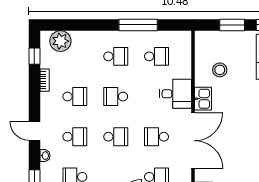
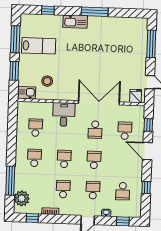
window: (138, 25) -> (10, 181), moved
school desk: (116, 97) -> (64, 159), turned 180
kitchen sink: (203, 99) -> (27, 93), moved

